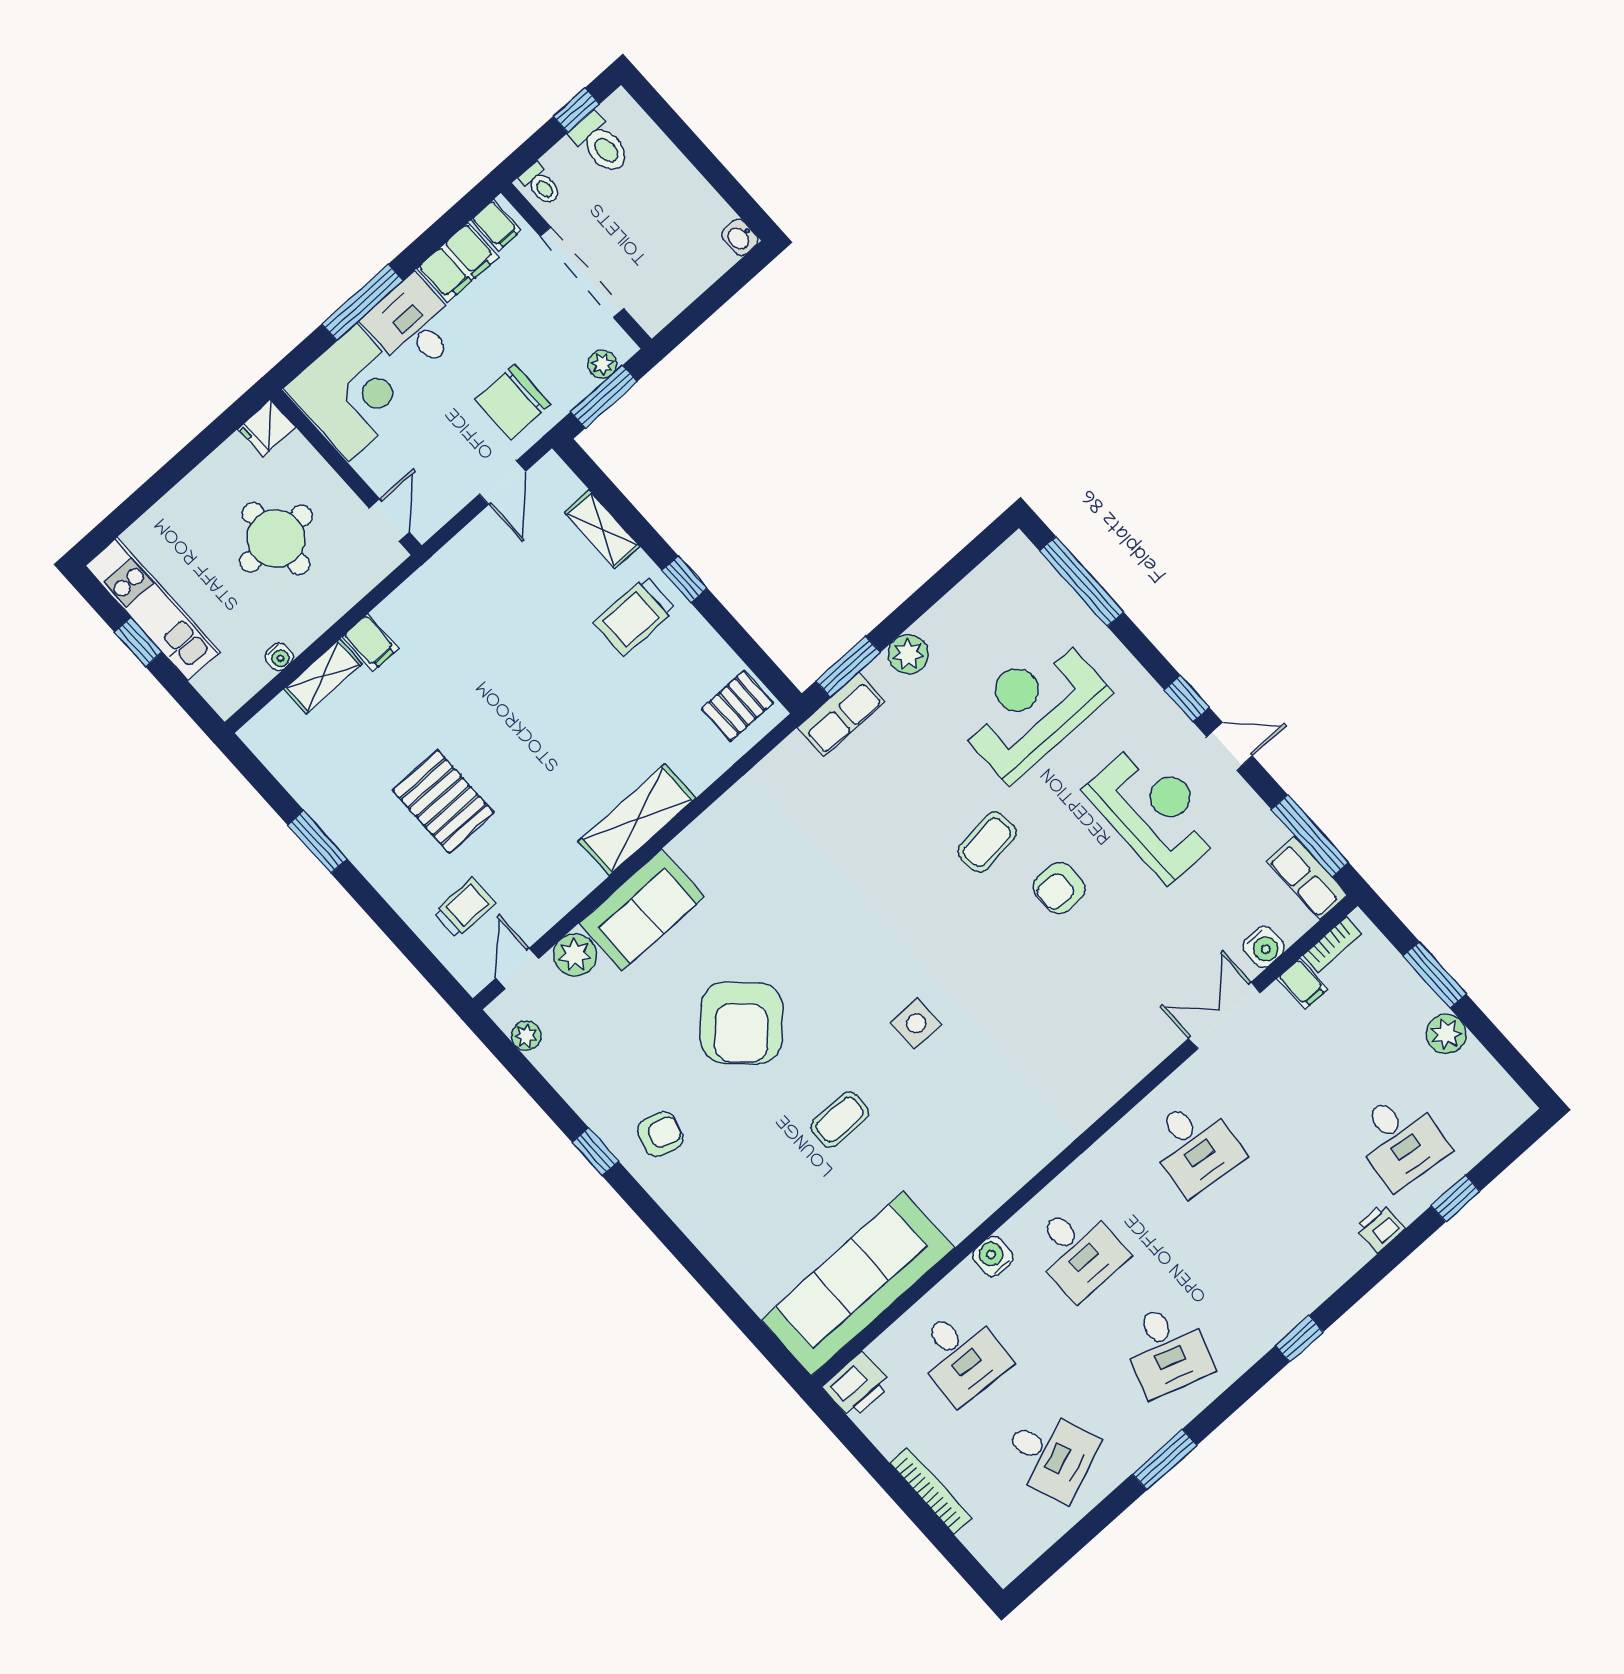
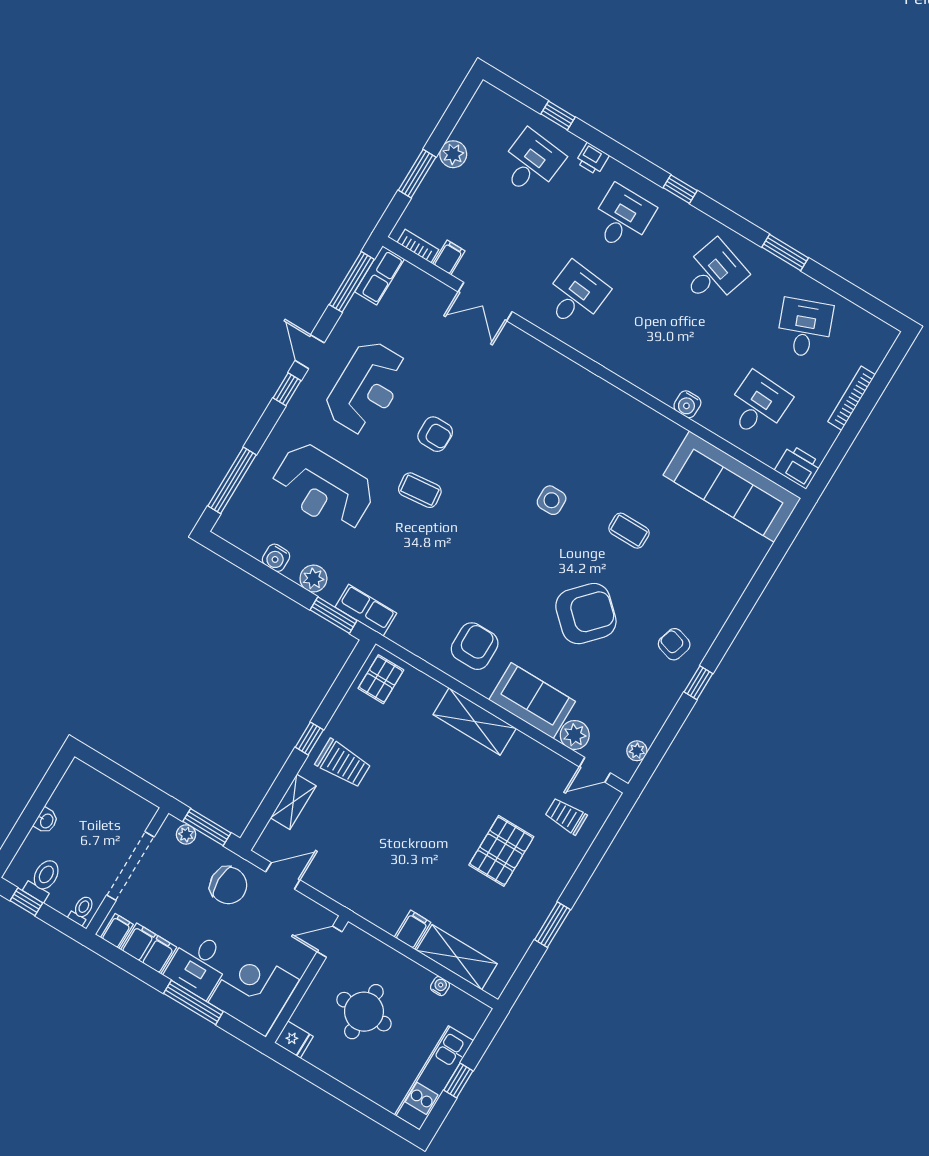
washbasin: (740, 237) -> (46, 821), moved
shelving: (323, 676) -> (457, 957), width x1.50, depth x1.33
pallet: (737, 706) -> (381, 679), turned 90
reception desk: (1154, 811) -> (367, 388), turned 180
armchair: (744, 852) -> (475, 646), added
water cooler: (1264, 947) -> (276, 558), moved, turned 180
desk: (1078, 1251) -> (622, 218), moved

